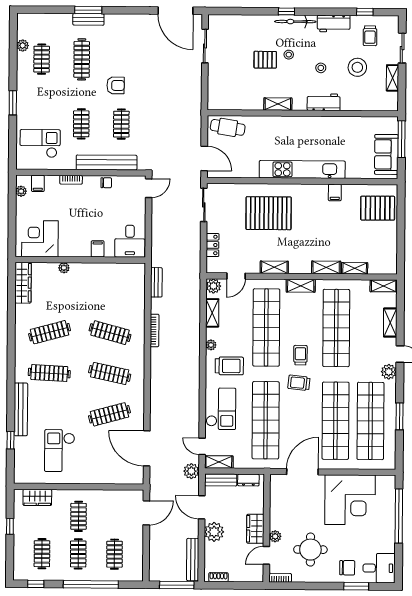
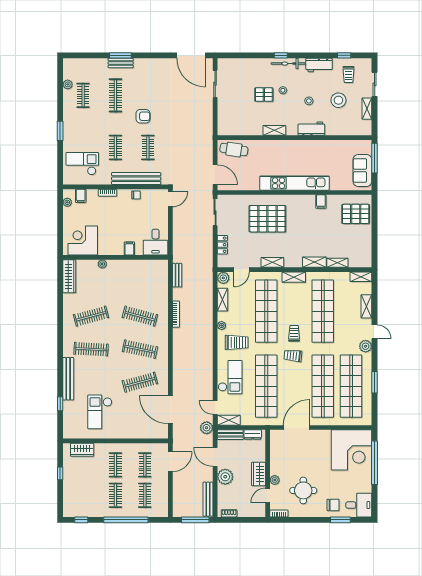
corner desk: (350, 500) -> (352, 450), moved
clothes rail: (42, 554) -> (145, 465), moved

